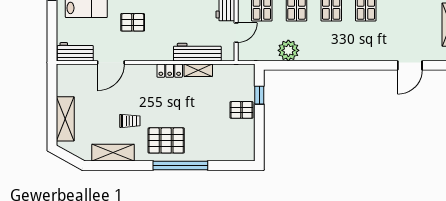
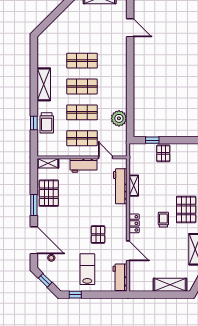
locker: (170, 71) -> (134, 223), moved
trolley: (130, 121) -> (163, 220), moved

